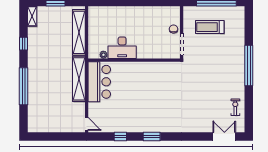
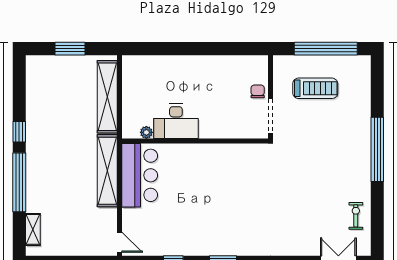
shelving: (32, 16) -> (33, 229), moved
treadmill: (210, 27) -> (315, 88), turned 180
window: (23, 44) -> (19, 132), moved

